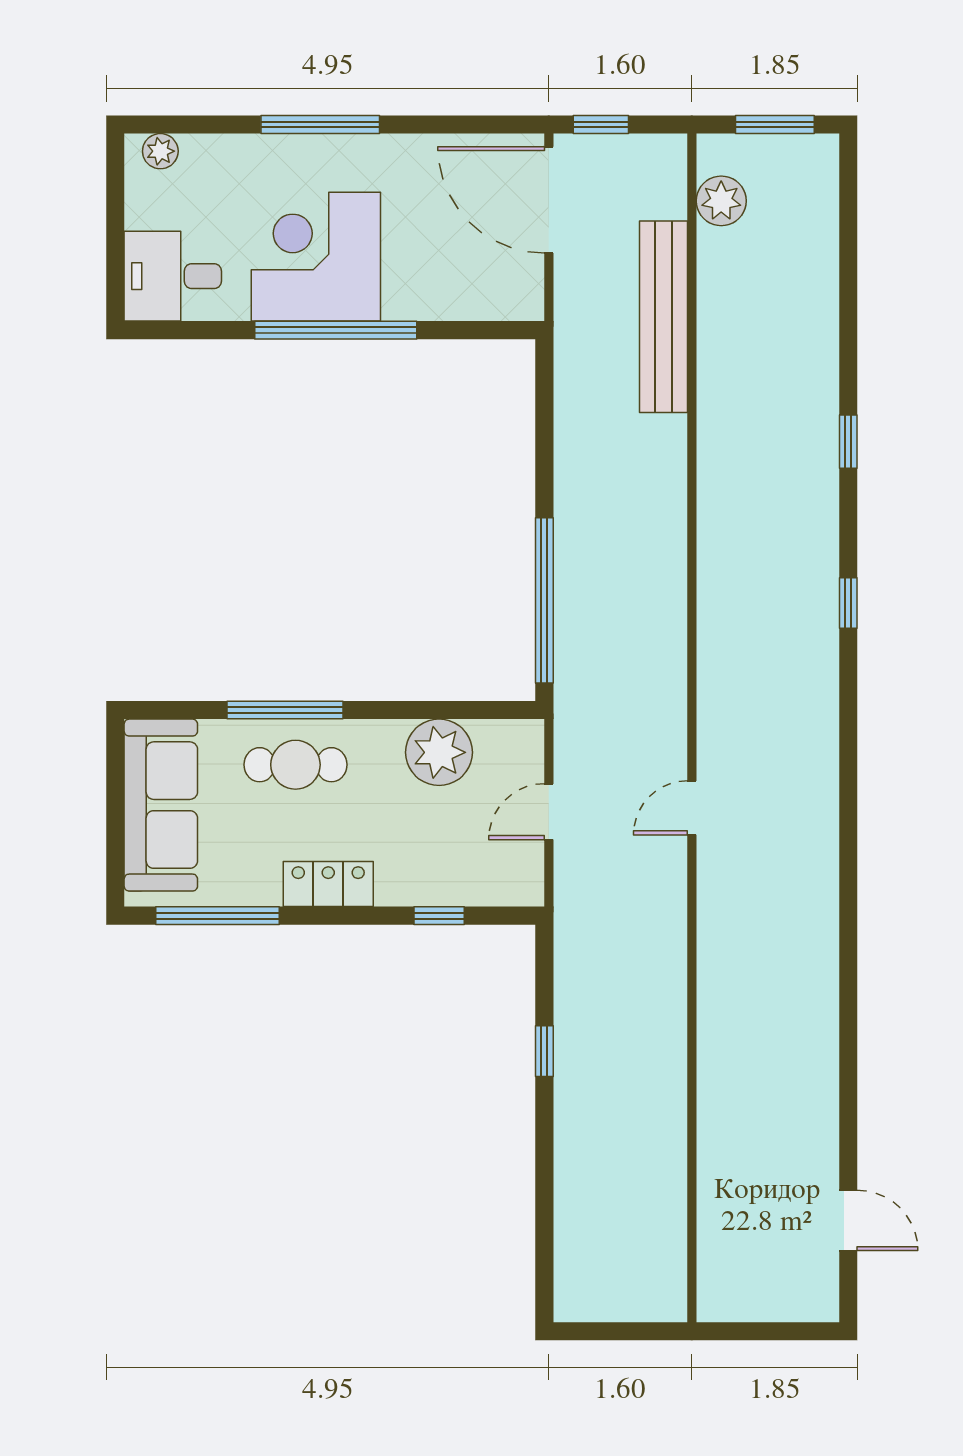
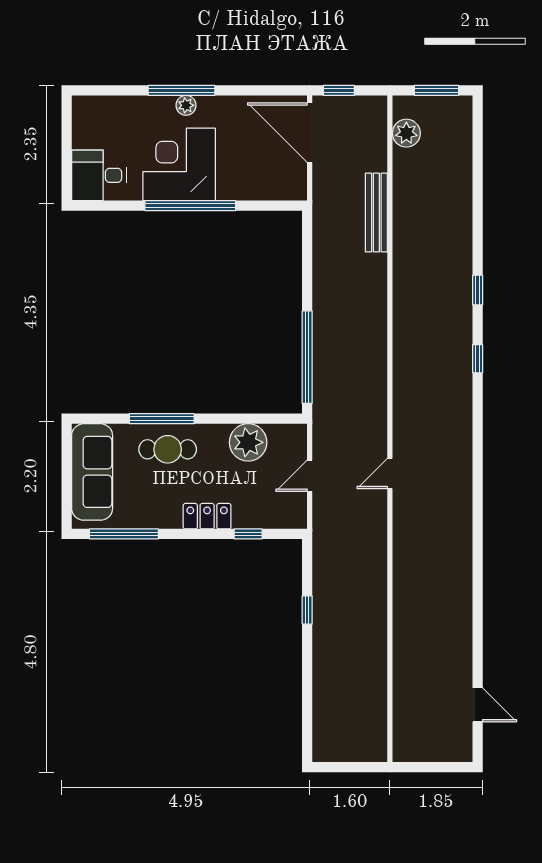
plant: (160, 151) -> (186, 105), moved
bench: (664, 317) -> (376, 213), width x0.73, depth x0.82
window: (848, 442) -> (478, 290), moved
locker: (328, 884) -> (207, 516), moved

